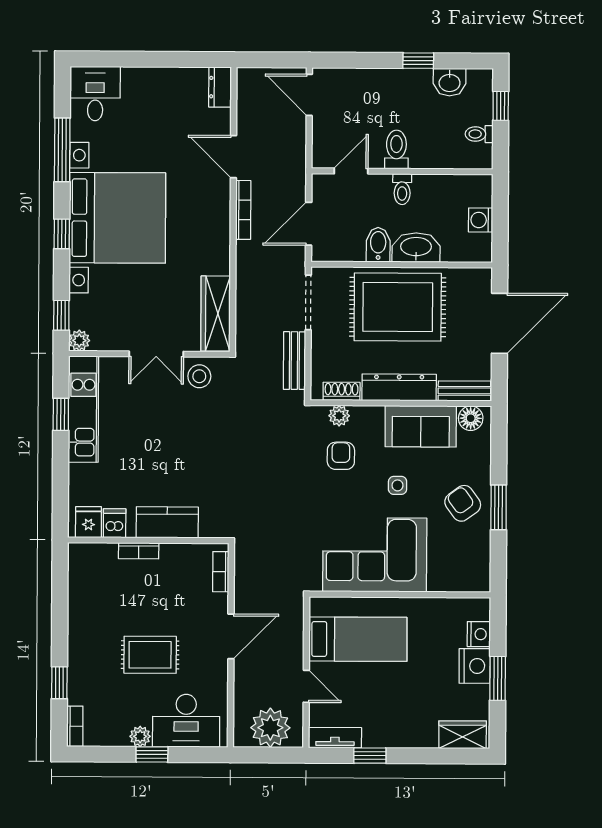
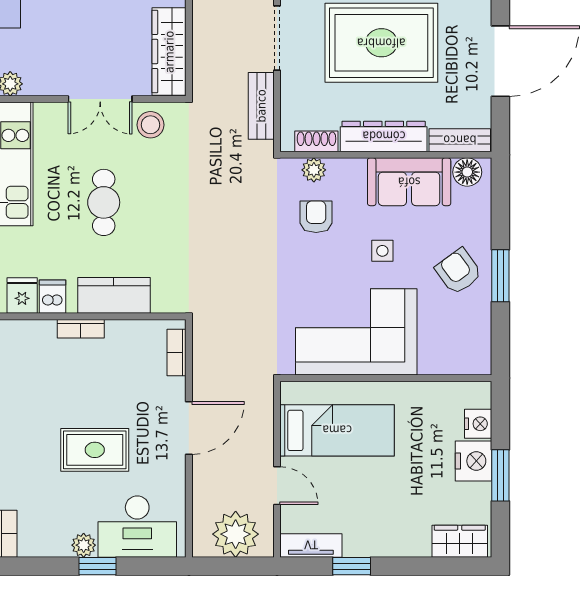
cafe table: (159, 443) -> (104, 202), added

